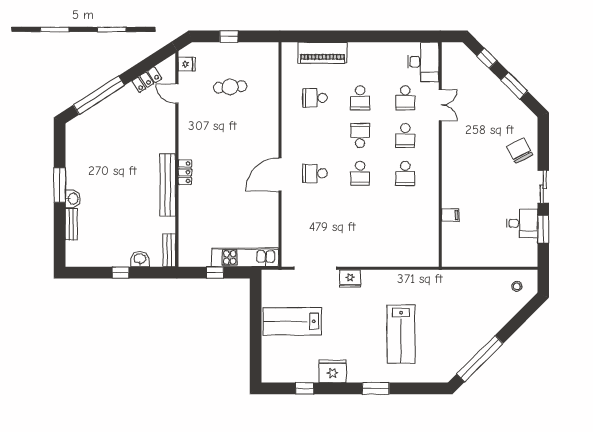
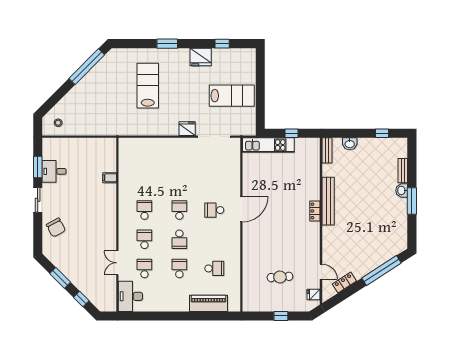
school desk: (315, 173) -> (214, 210), turned 180
window: (121, 273) -> (382, 133), moved

